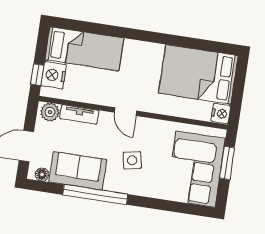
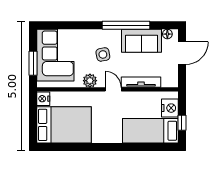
window: (37, 75) -> (182, 123), moved
plant: (50, 112) -> (90, 81), moved
tv unit: (79, 114) -> (141, 82), width x1.41

